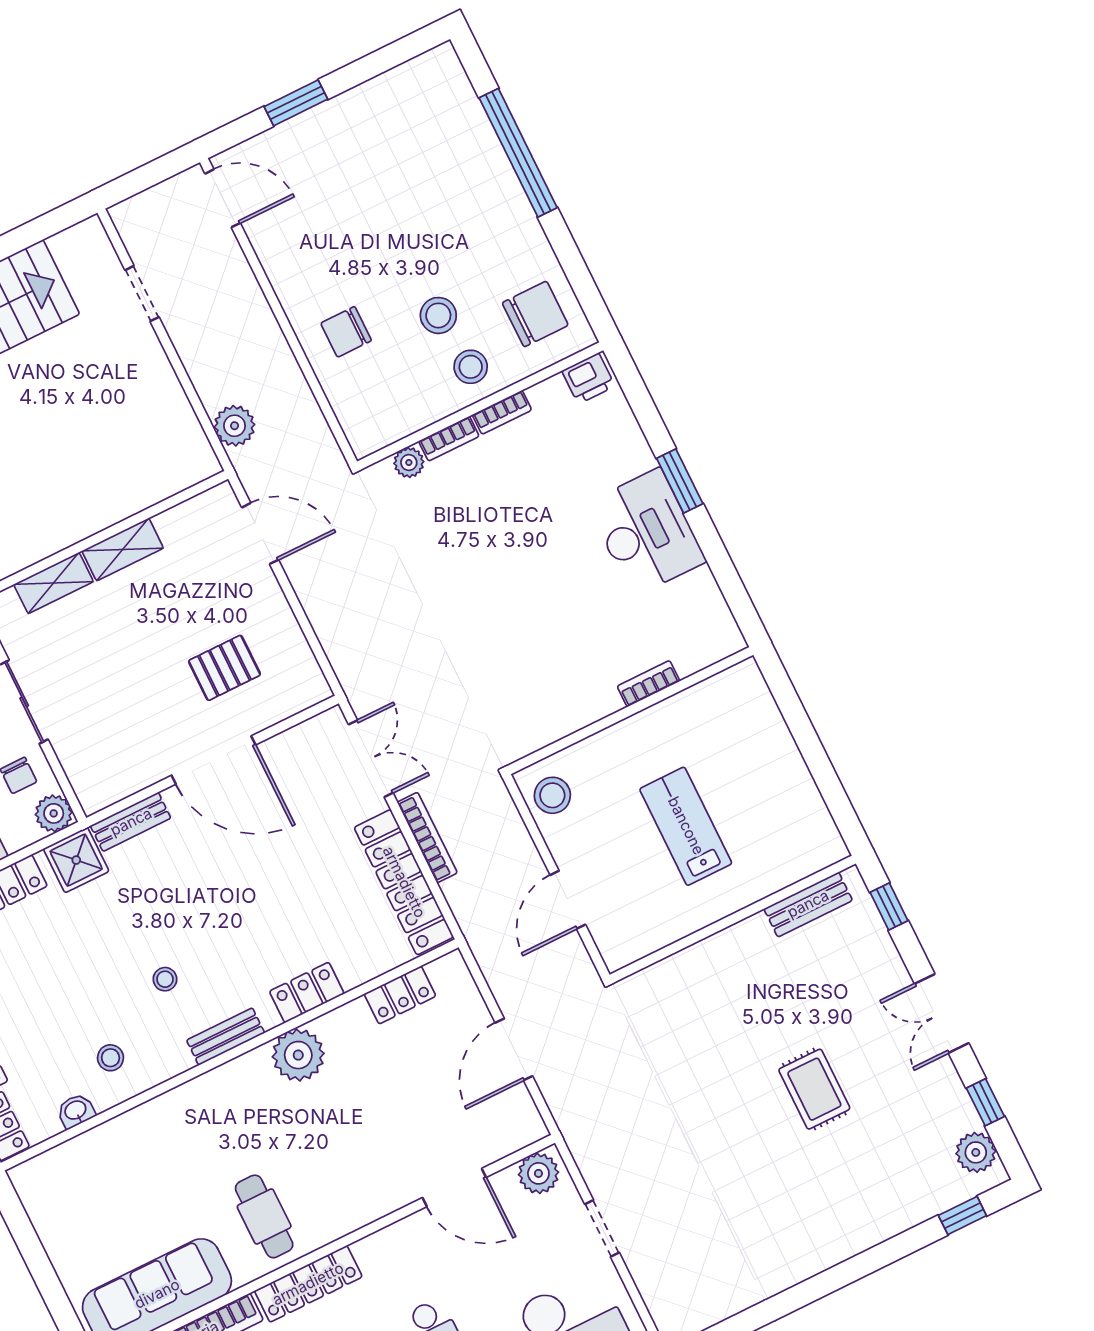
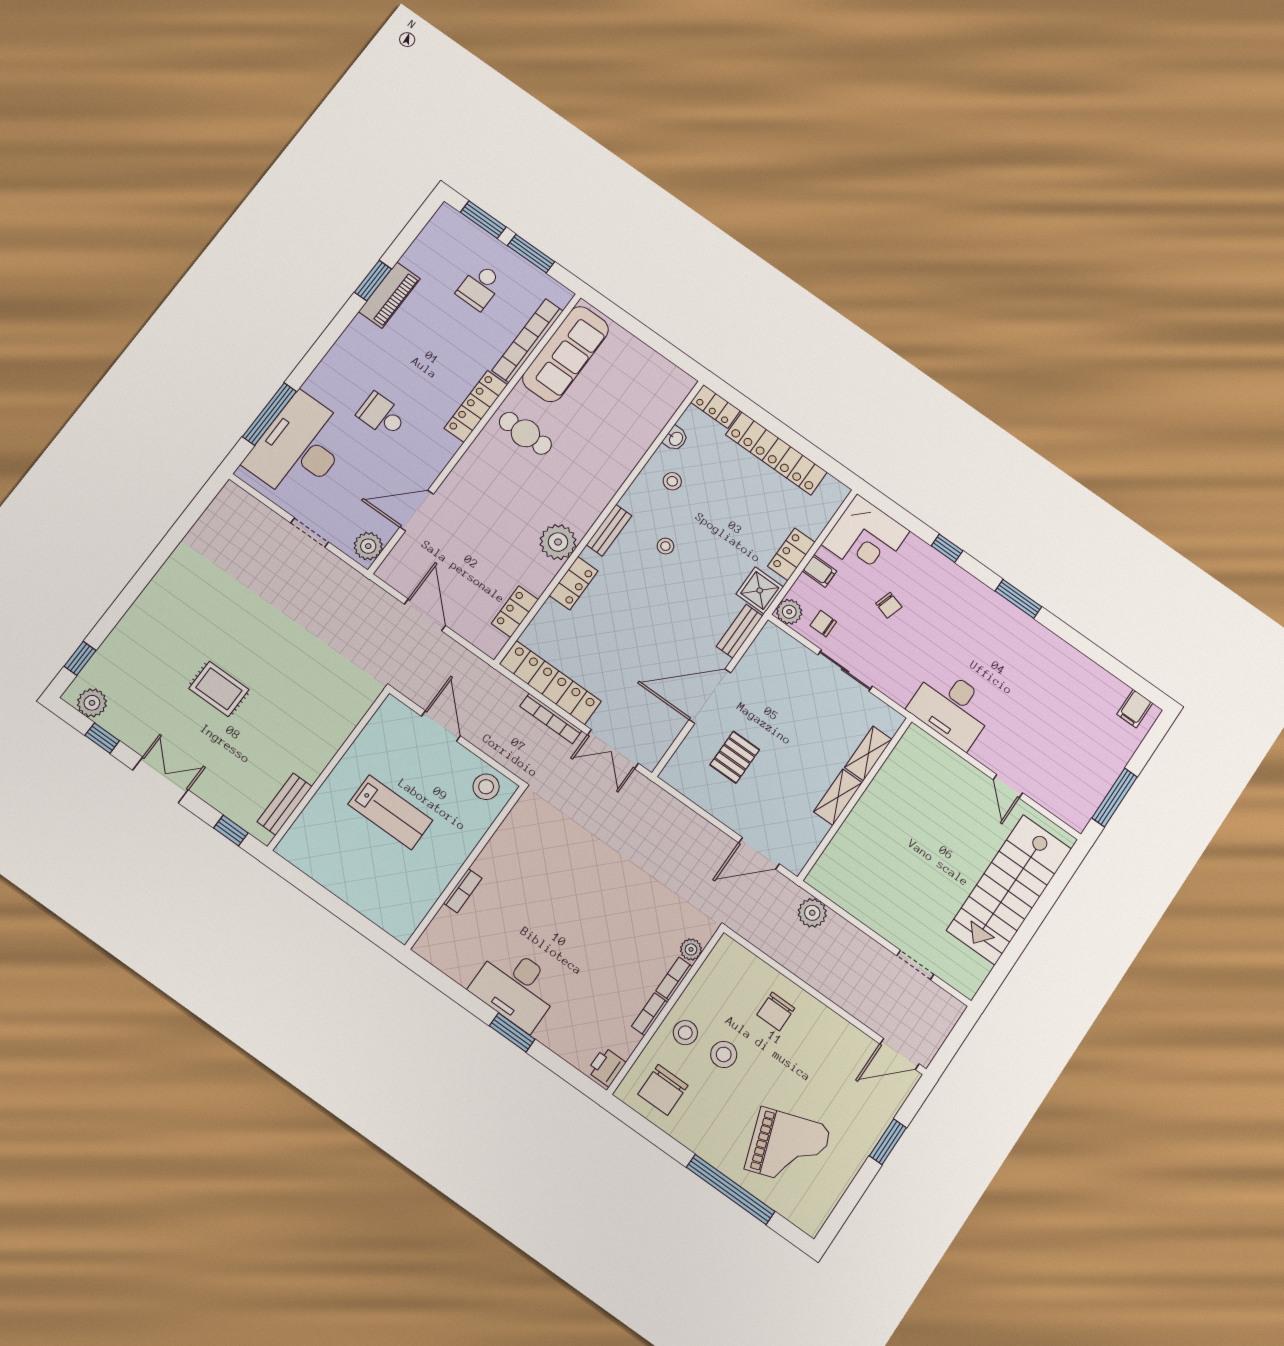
grand piano: (422, 163) -> (788, 1148), added
chair: (346, 332) -> (776, 1011), turned 180

